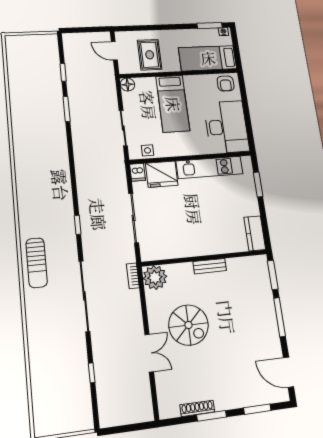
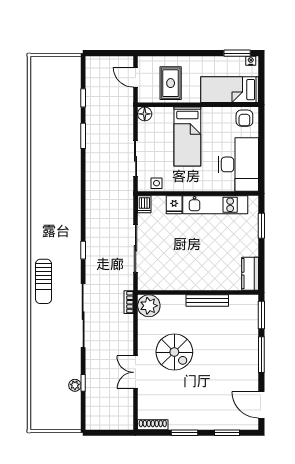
fridge: (162, 174) -> (174, 205), width x0.53, depth x0.75
bench: (210, 266) -> (207, 301), width x1.36
double door: (149, 353) -> (136, 372), swing flipped
plant: (82, 377) -> (75, 385), added
shoe rack: (197, 408) -> (153, 425), moved

